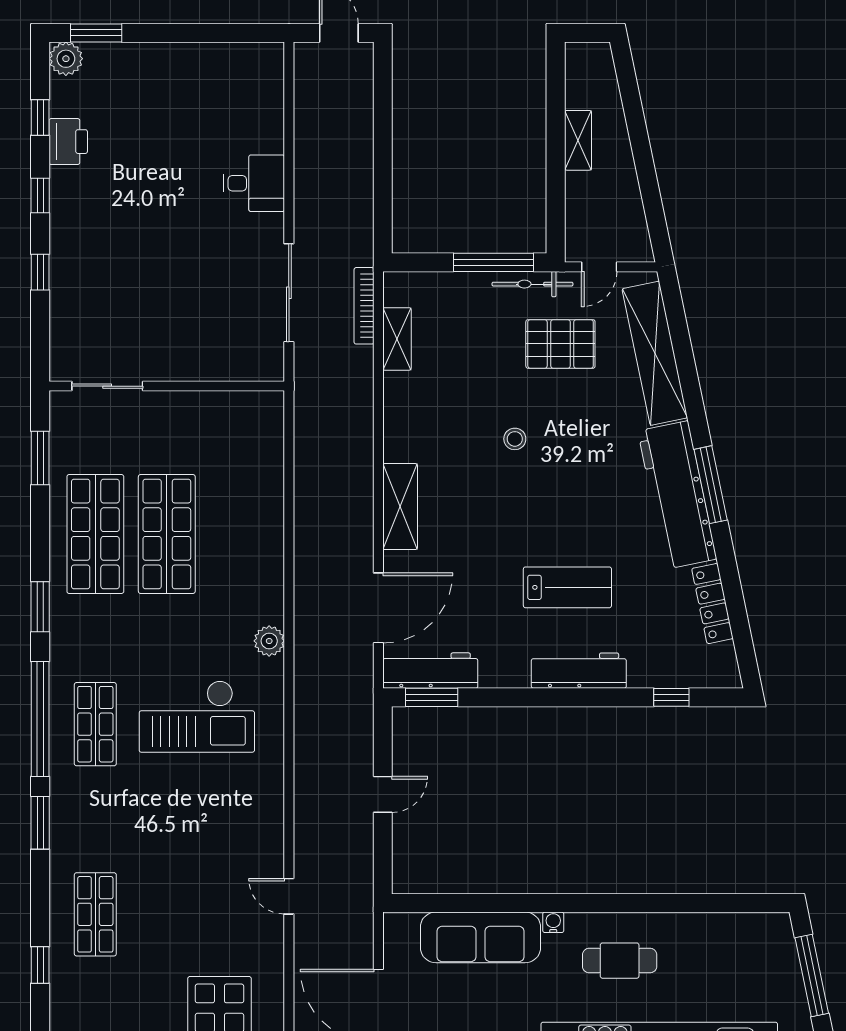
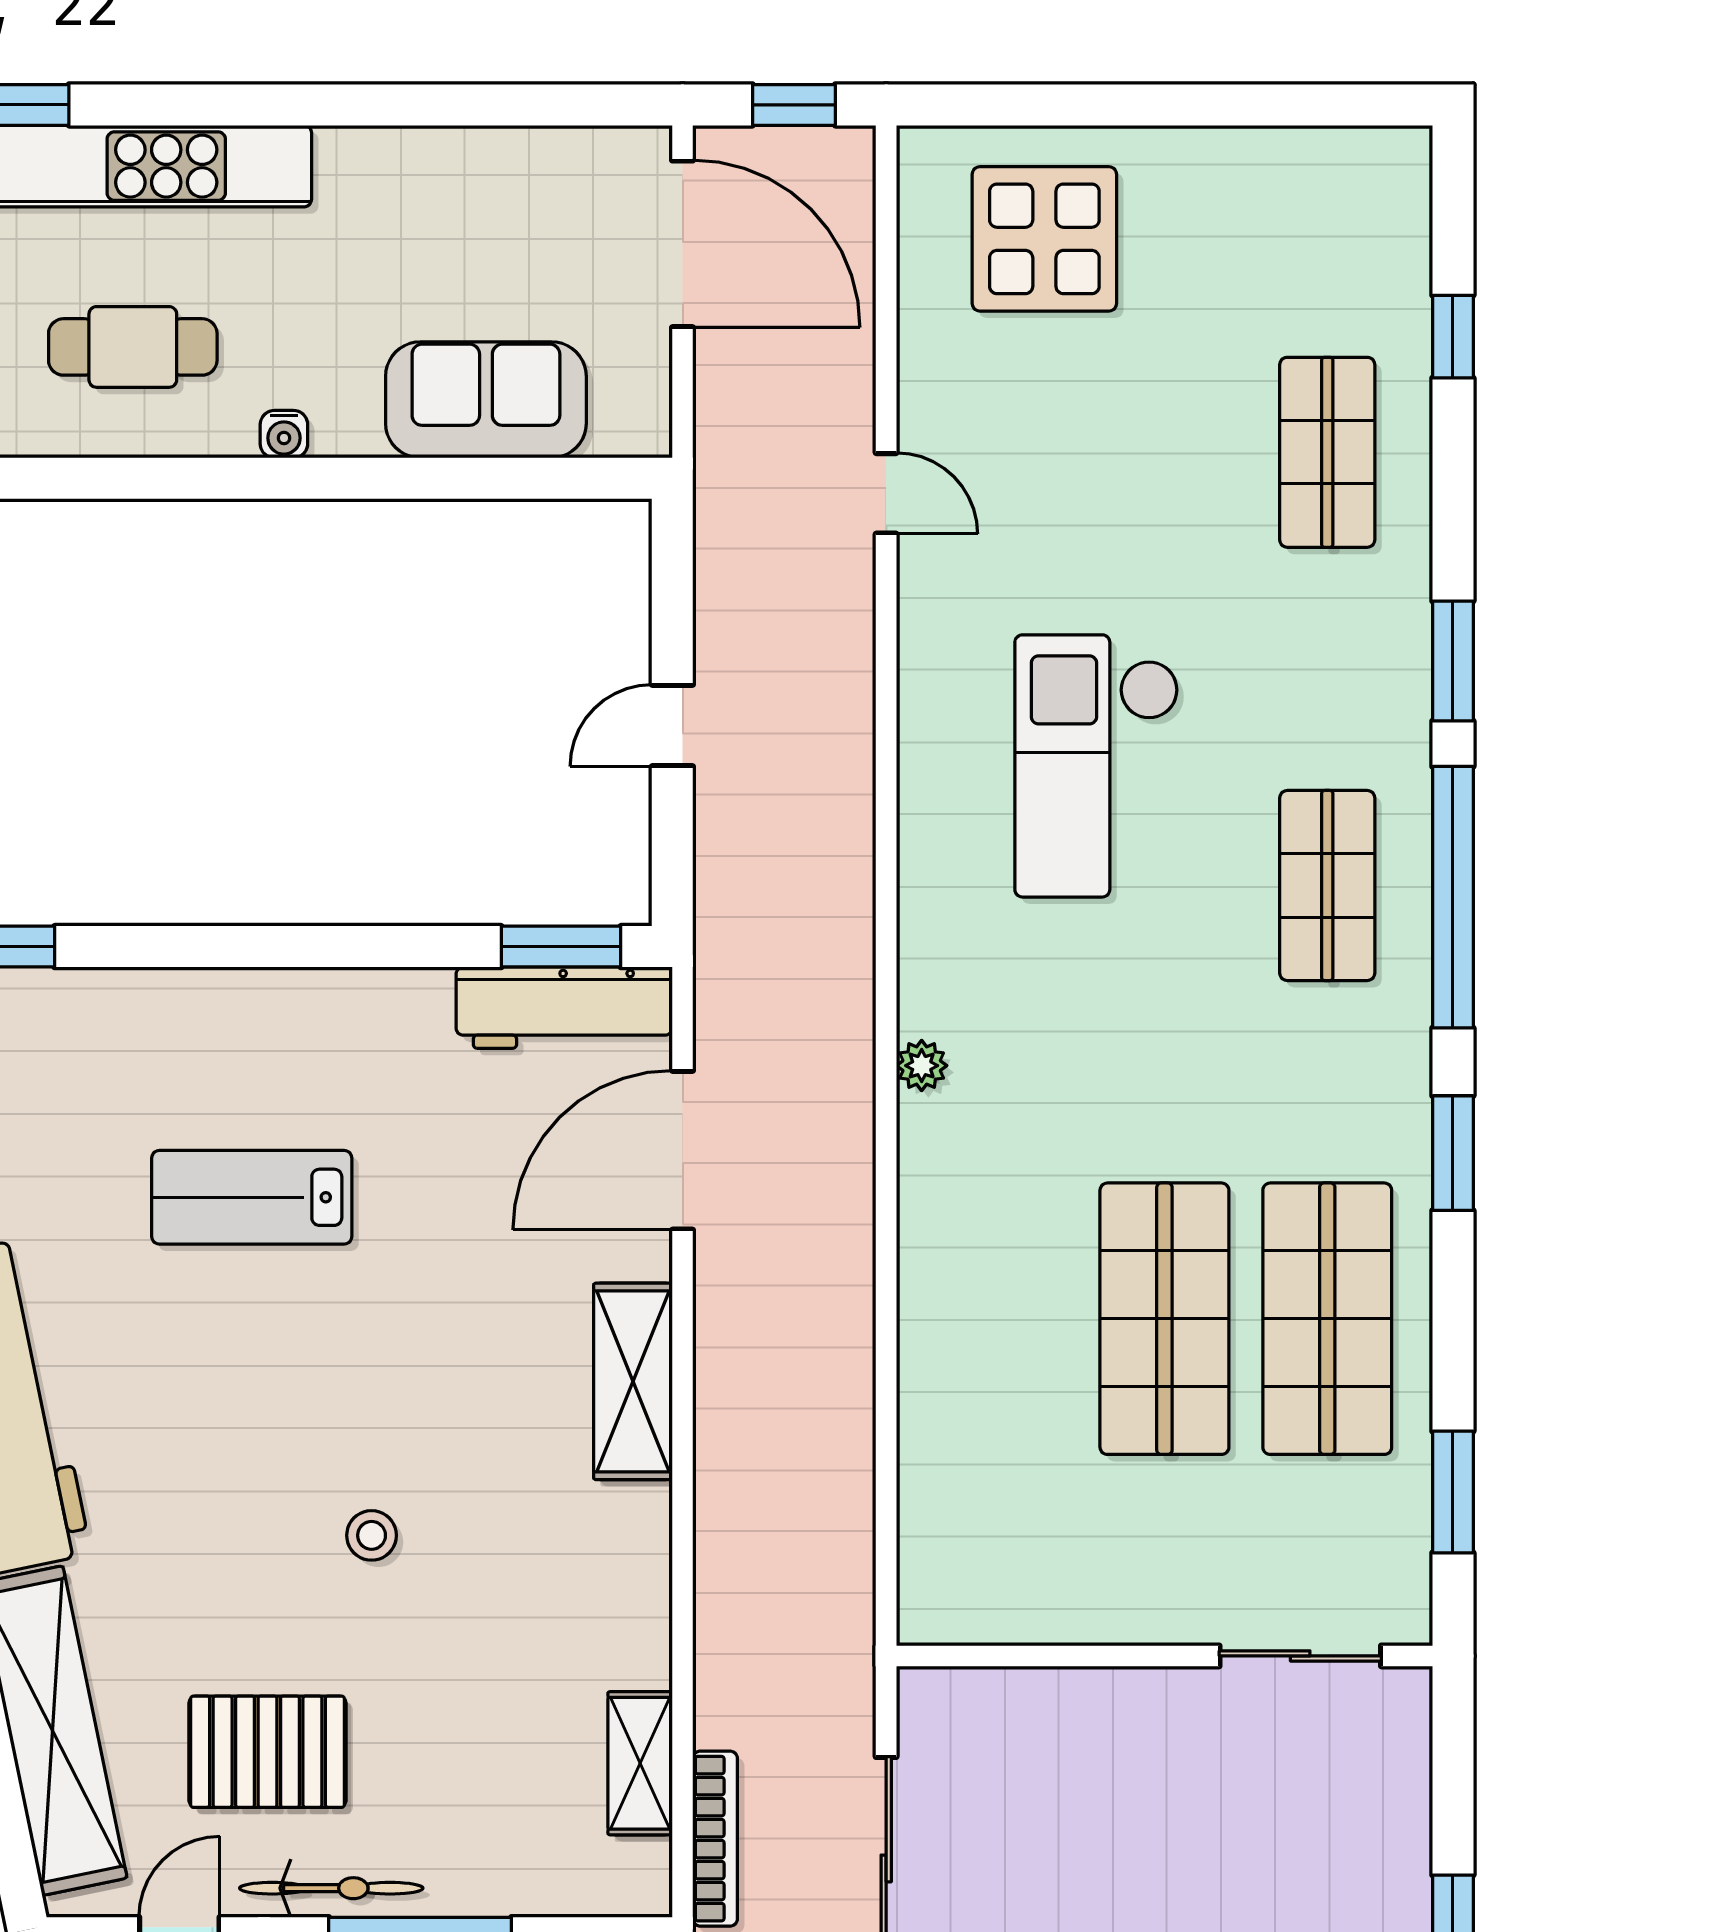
plant: (269, 641) -> (922, 1066), width x0.73, depth x0.73
workbench: (579, 671) -> (226, 1007), removed
checkout: (197, 716) -> (1097, 766), moved, turned -90
sofa: (480, 937) -> (486, 400), width x0.73

